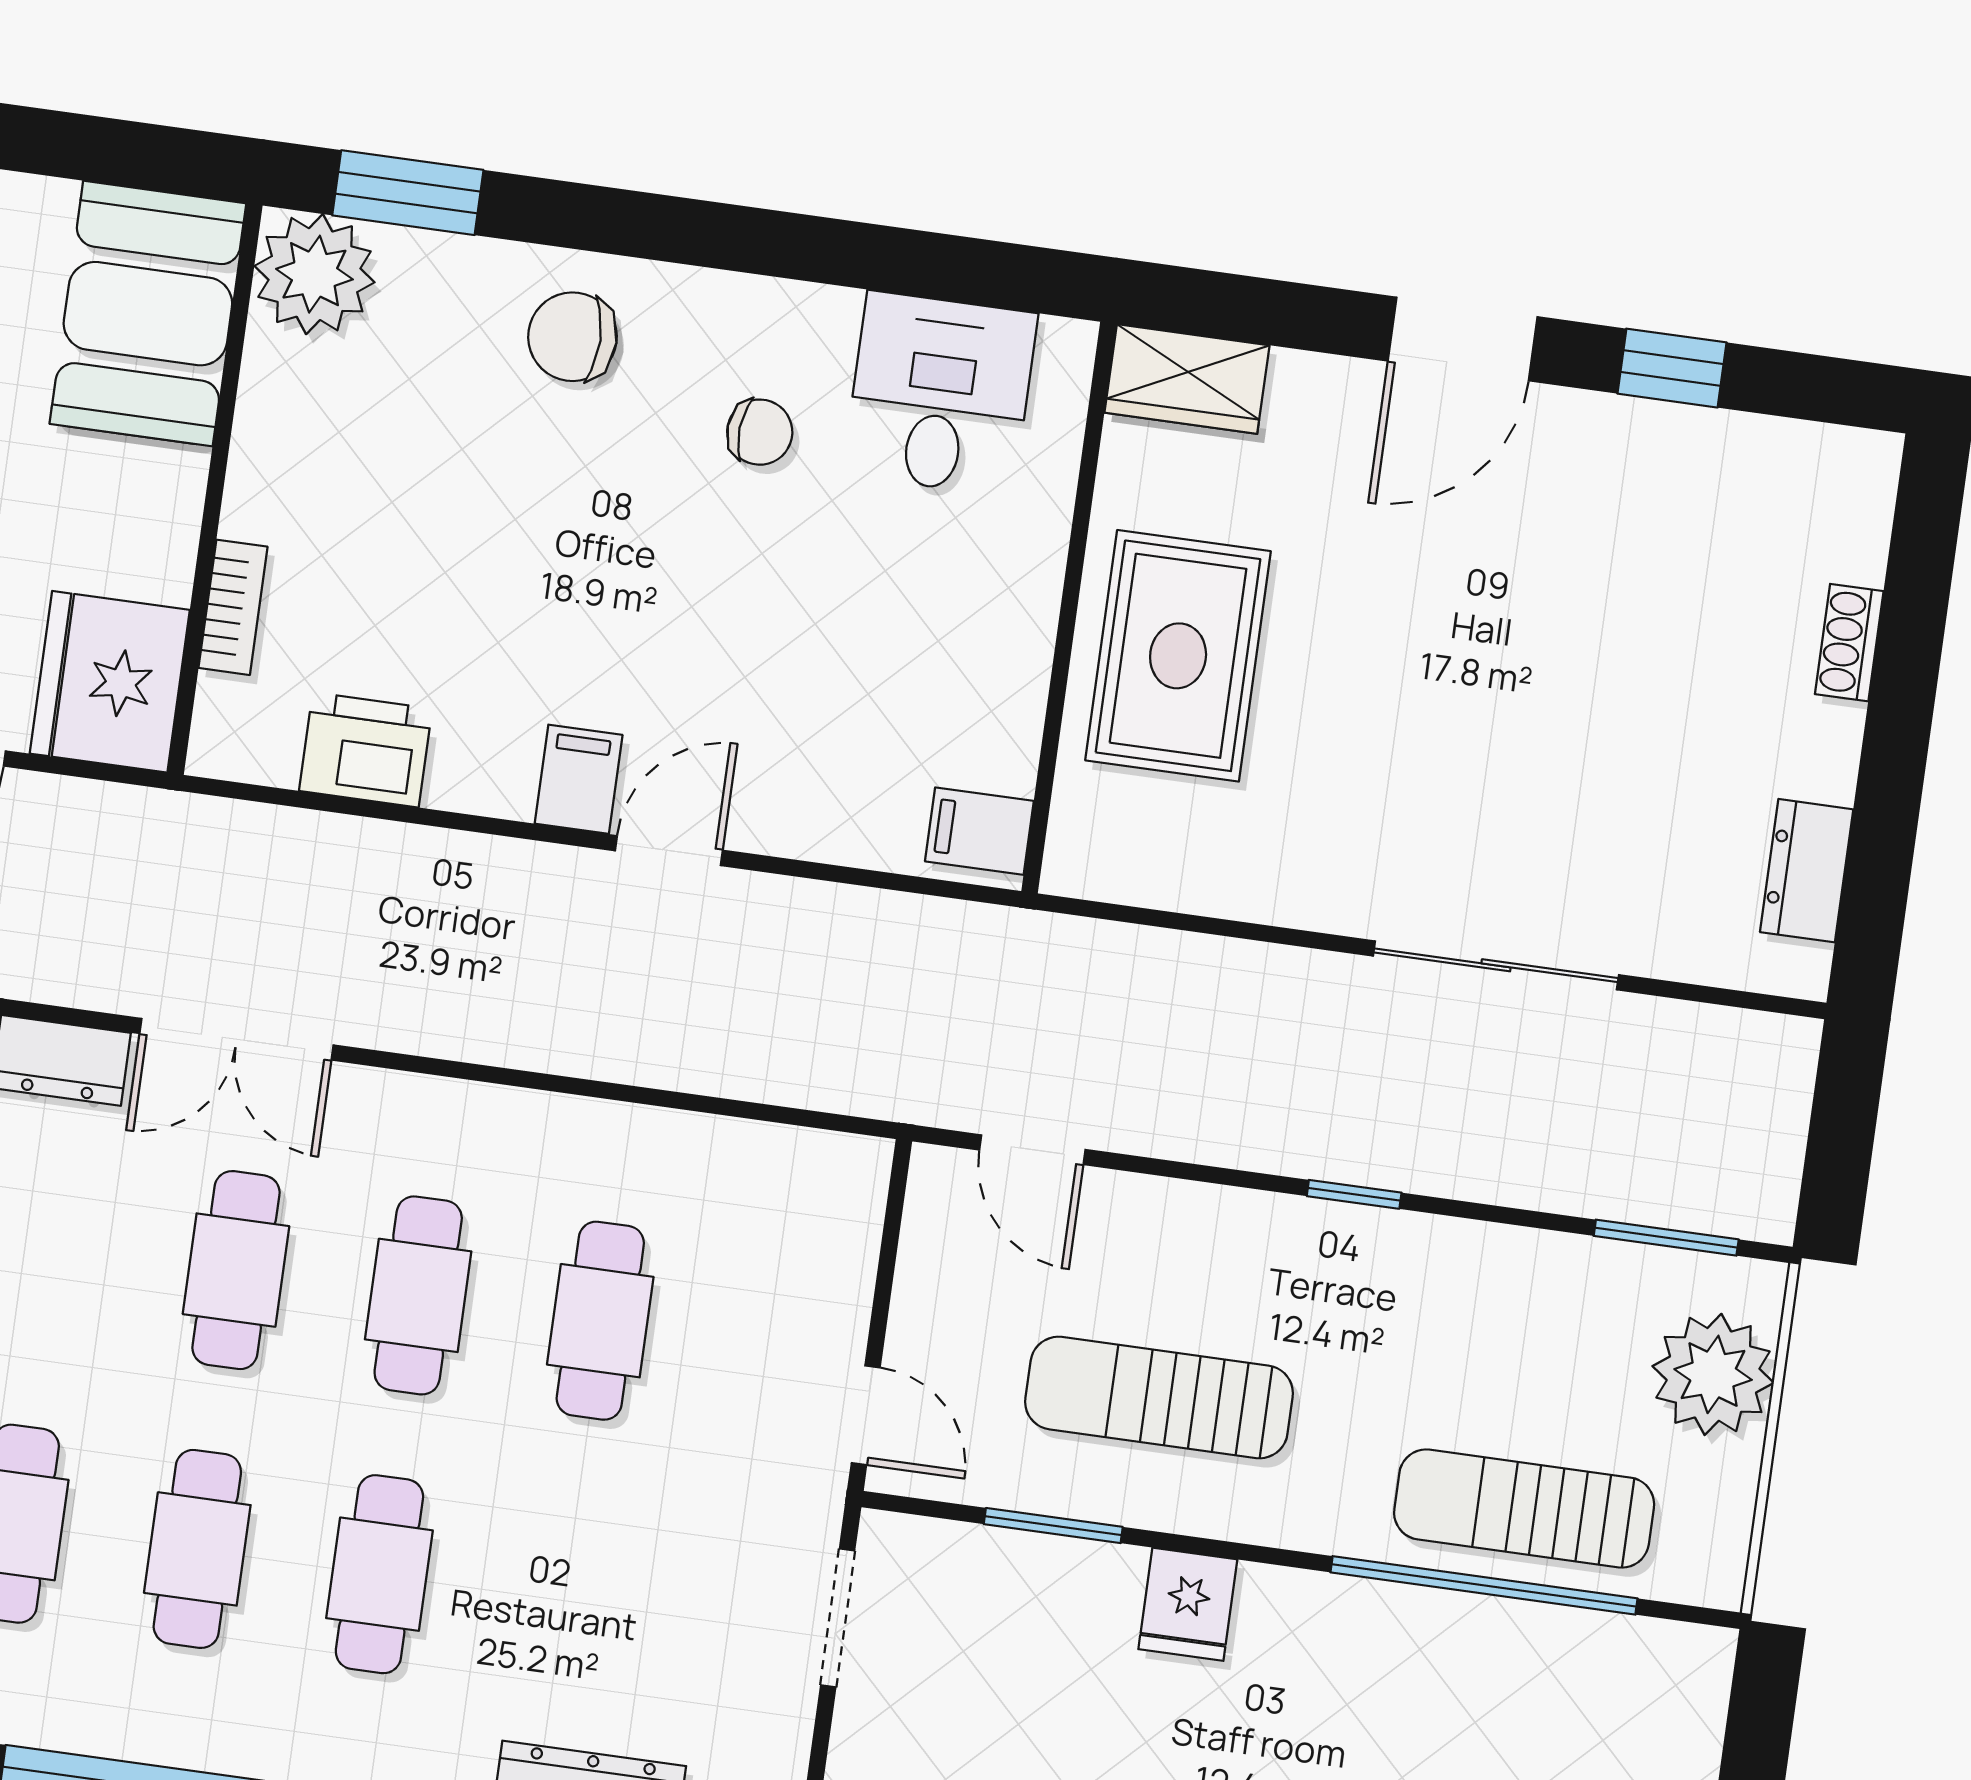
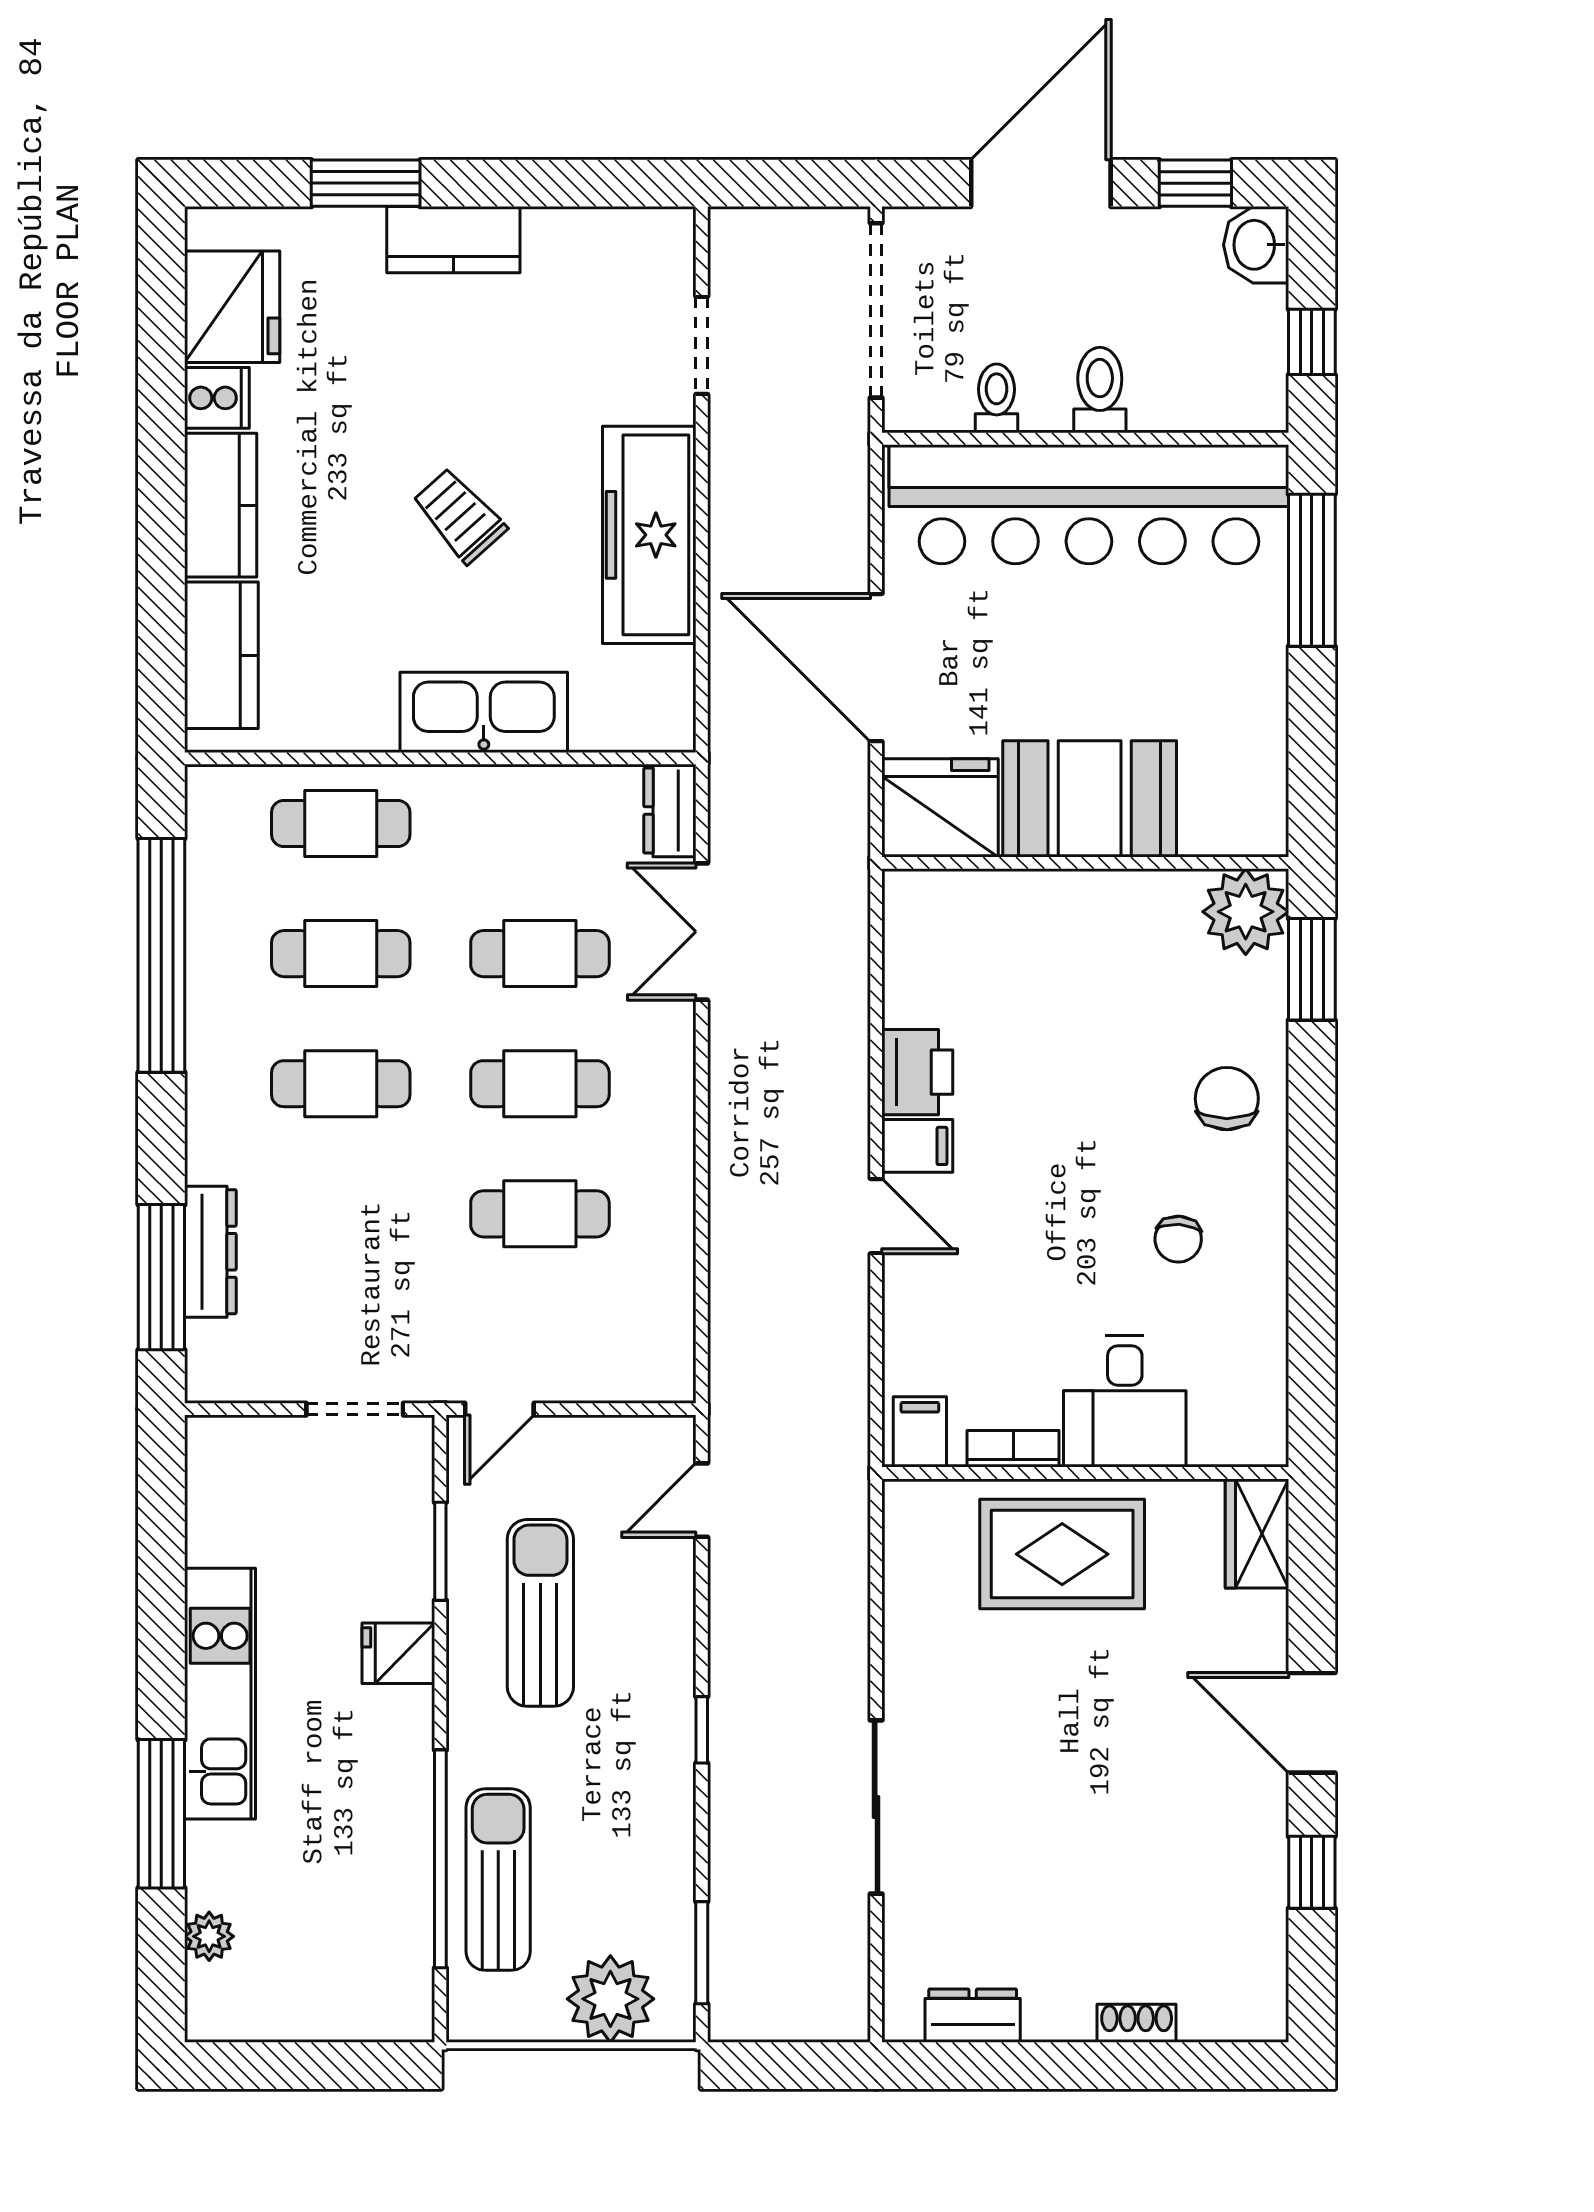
booth: (148, 314) -> (1090, 799), moved
desk: (940, 394) -> (1125, 1401), moved, turned 90
bookcase: (233, 607) -> (1013, 1449), moved, turned 180
printer: (366, 750) -> (917, 1072), moved

